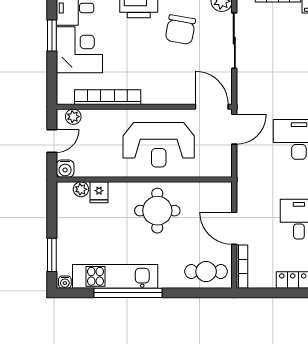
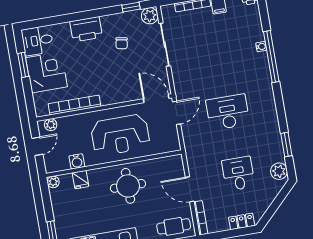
chair: (180, 30) -> (122, 43), width x0.54, depth x0.54
water cooler: (65, 169) -> (77, 161), moved
plant: (81, 189) -> (53, 182), moved

